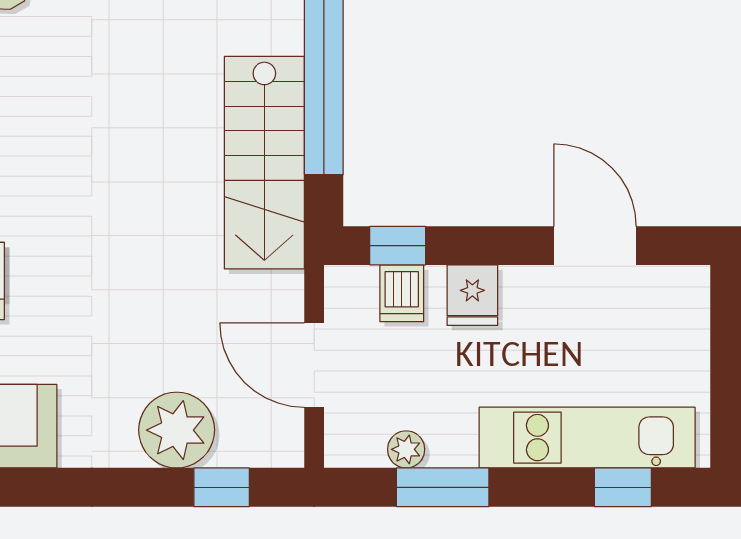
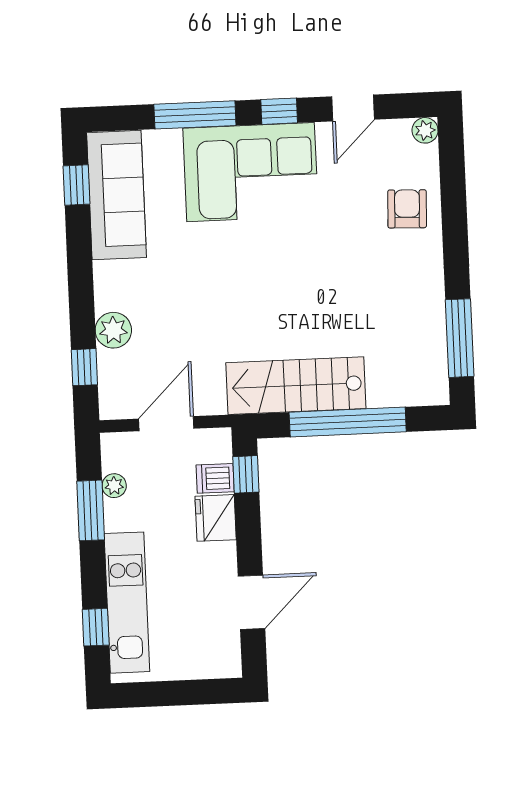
fridge: (472, 295) -> (216, 518), width x1.38
plant: (177, 430) -> (113, 330), width x0.73, depth x0.73

